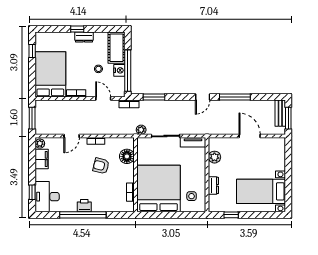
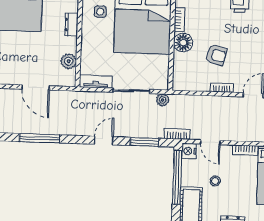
nightstand: (119, 70) -> (189, 151), moved
door: (203, 97) -> (104, 140), moved
door: (250, 136) -> (36, 87), moved
floor lamp: (127, 156) -> (183, 43), moved

